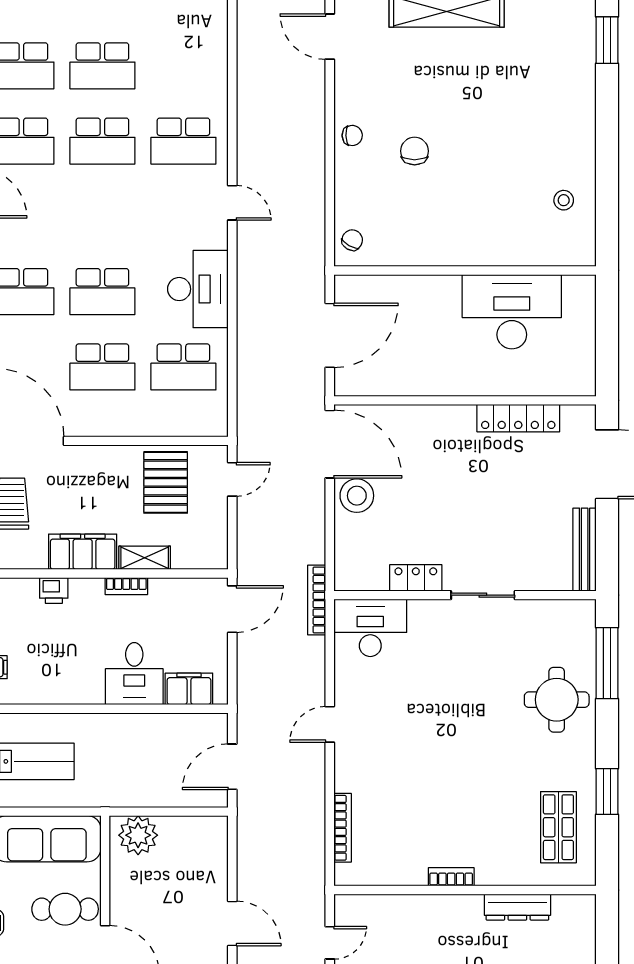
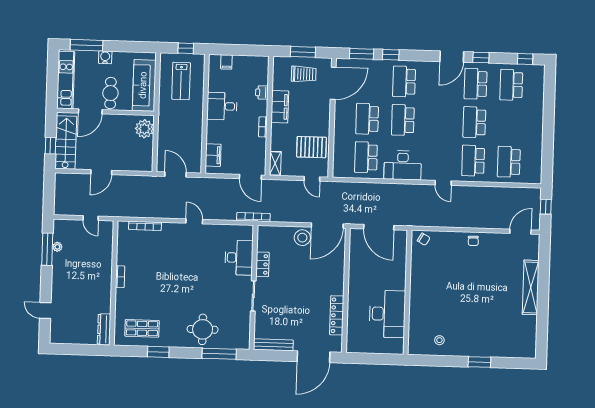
window: (607, 40) -> (479, 362), moved
school desk: (102, 66) -> (509, 162), moved
chair: (415, 151) -> (465, 270), removed
door: (232, 203) -> (443, 183), hinge flipped
shelving: (145, 558) -> (275, 163), moved
desk: (370, 628) -> (239, 258), moved
desk: (134, 674) -> (222, 106), moved
dresser: (517, 907) -> (104, 329), moved

